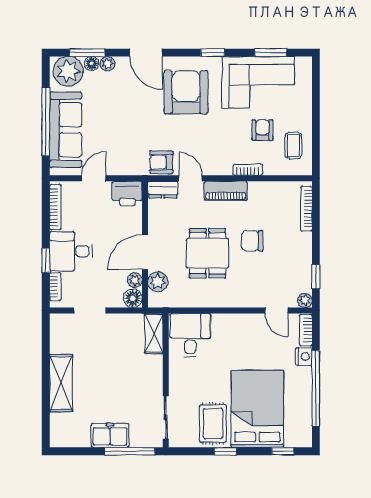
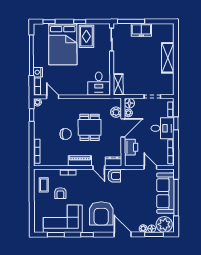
door: (94, 178) -> (150, 167), swing flipped
printer: (127, 193) -> (131, 147), moved, turned 90

